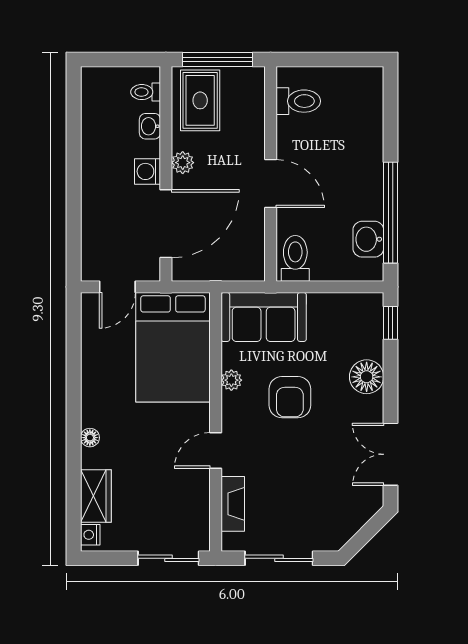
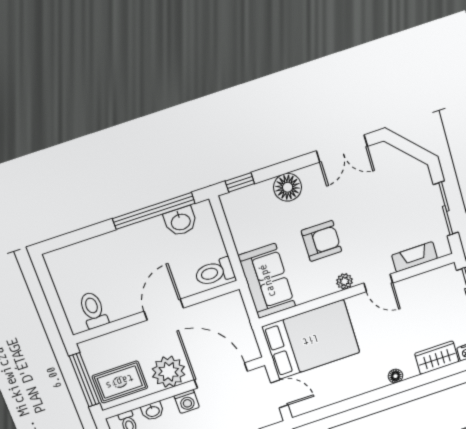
plant: (183, 163) -> (169, 372), width x1.87, depth x1.87
plant: (231, 380) -> (344, 281), moved

